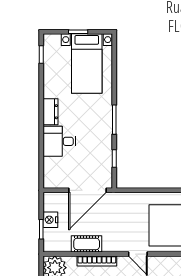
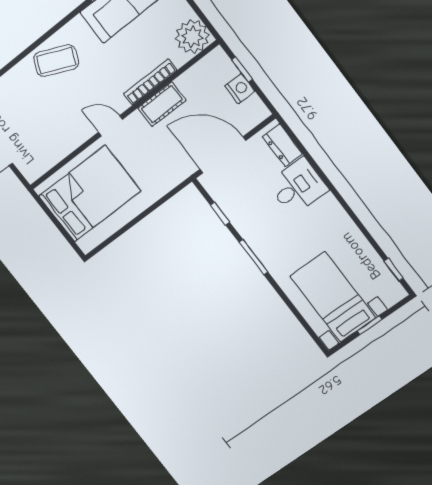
dresser: (51, 112) -> (282, 145), moved
door: (87, 190) -> (223, 155), hinge flipped
cot: (87, 244) -> (162, 104), moved

